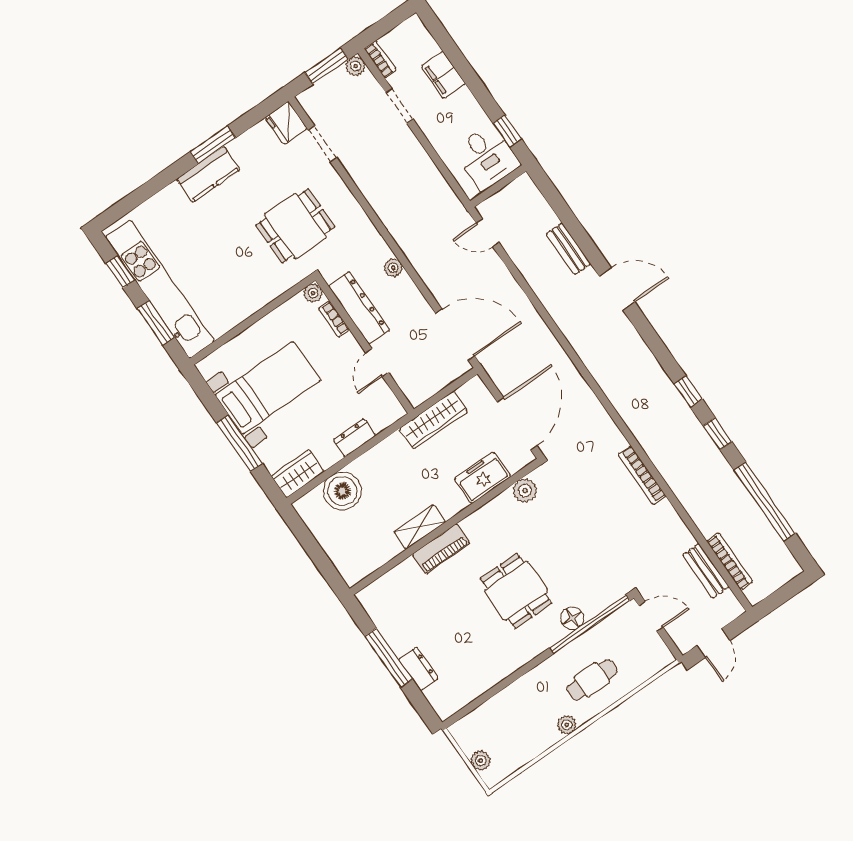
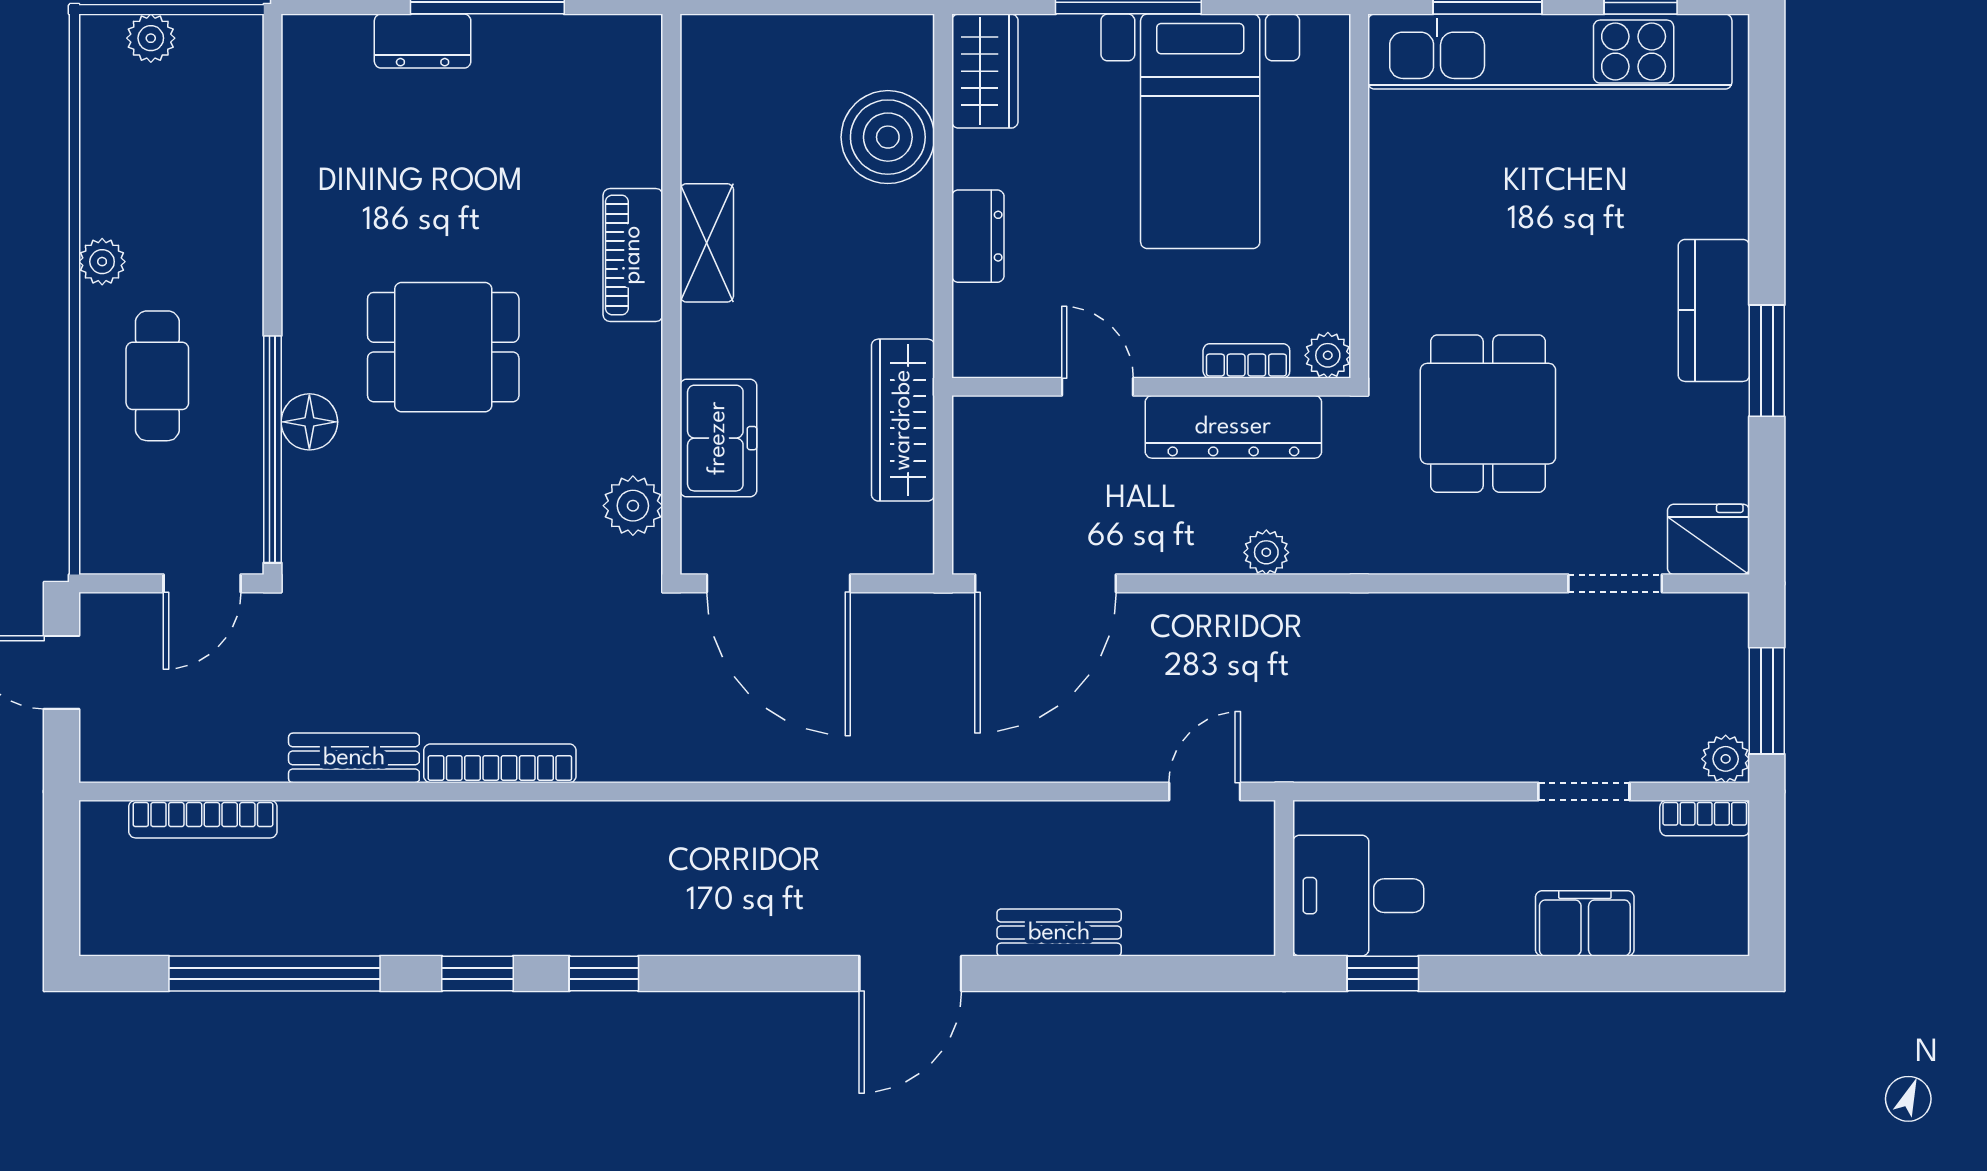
bench: (706, 571) -> (354, 758), moved

